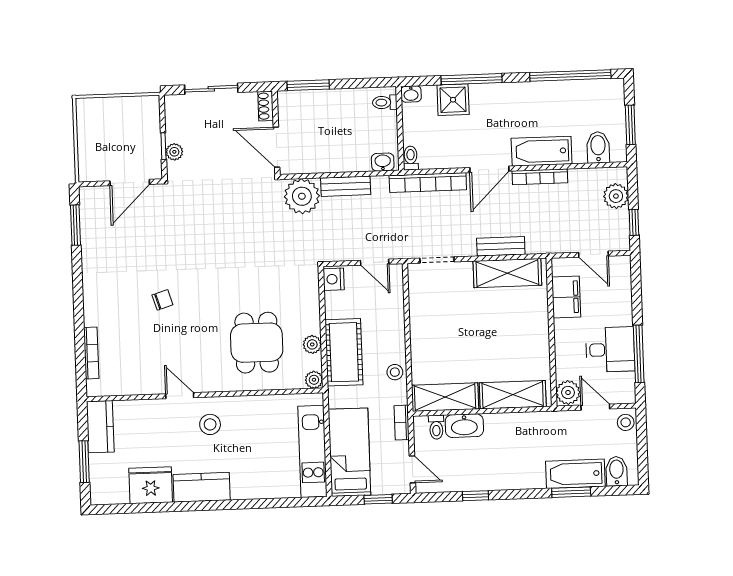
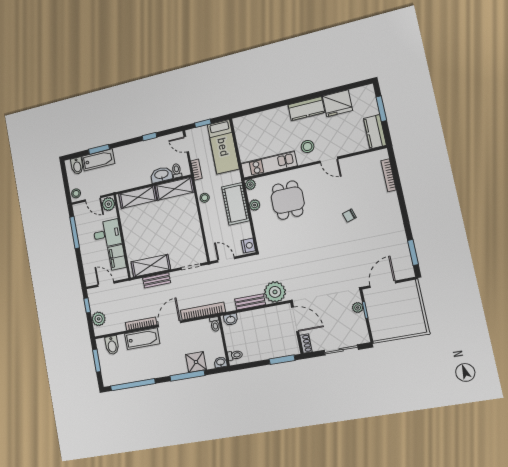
desk: (610, 350) -> (107, 234), moved, turned 180
kitchen unit: (312, 451) -> (269, 165), moved, turned -90

